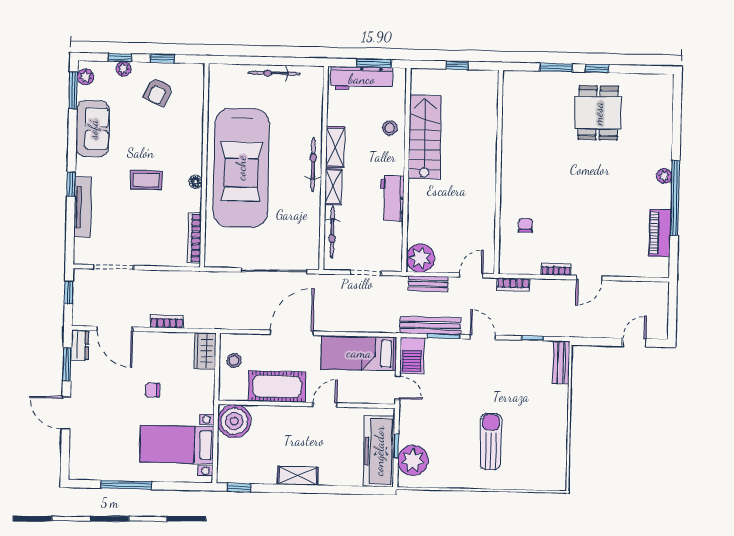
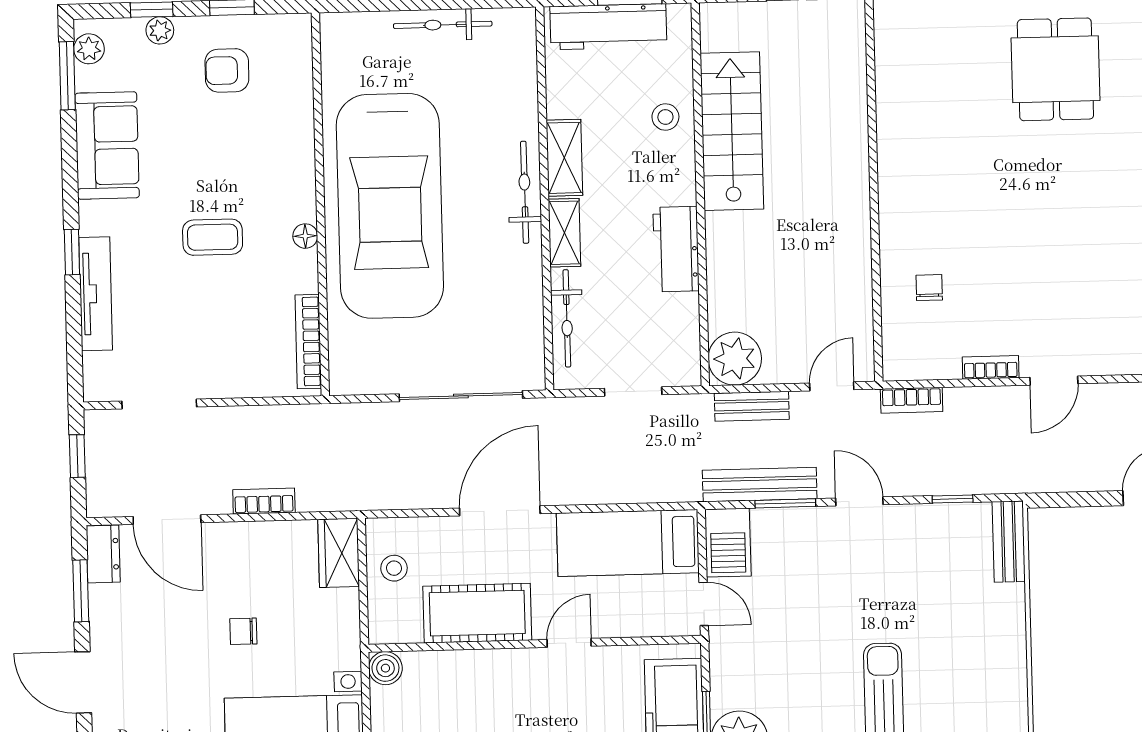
armchair: (158, 92) -> (227, 70), turned 66
boiler: (234, 421) -> (385, 668), width x0.54, depth x0.54

